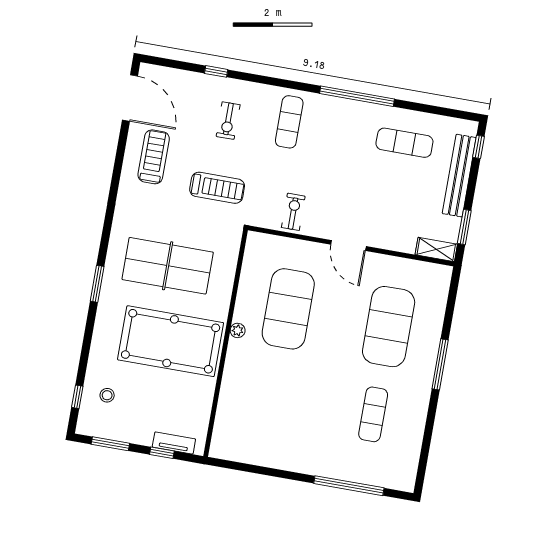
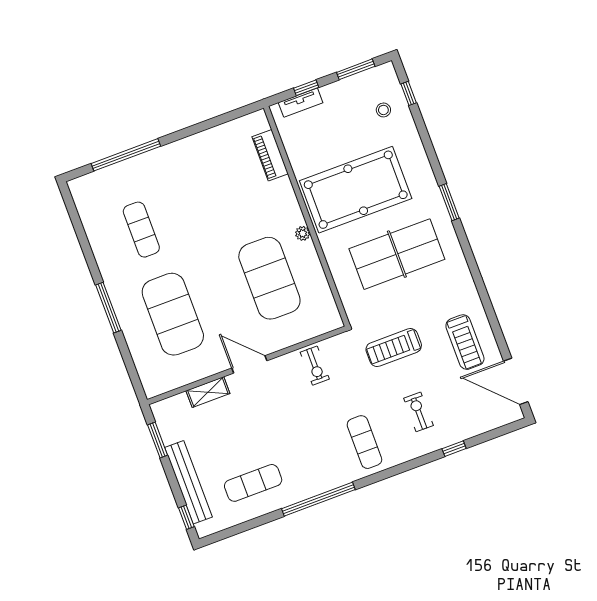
shelving: (436, 249) -> (208, 392), moved
piano: (226, 413) -> (270, 155), added

